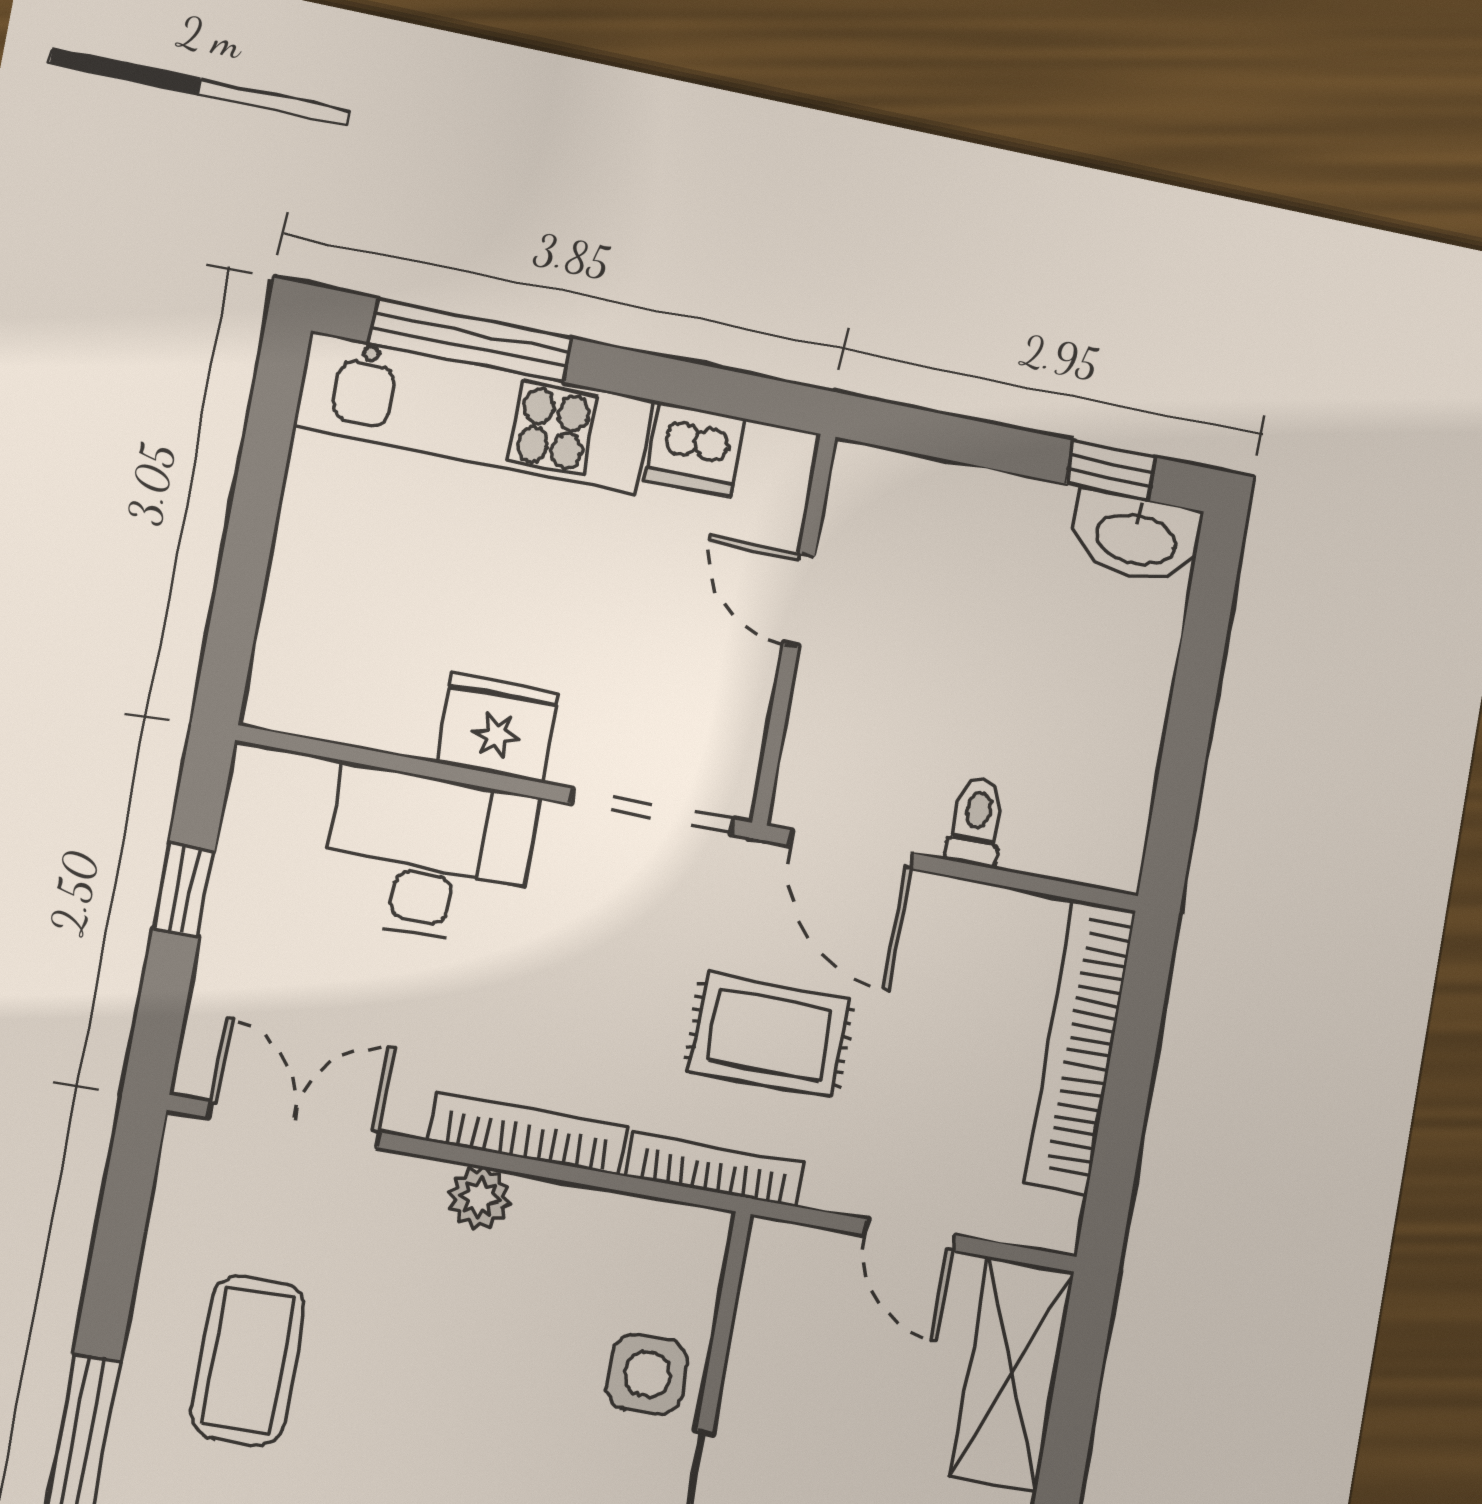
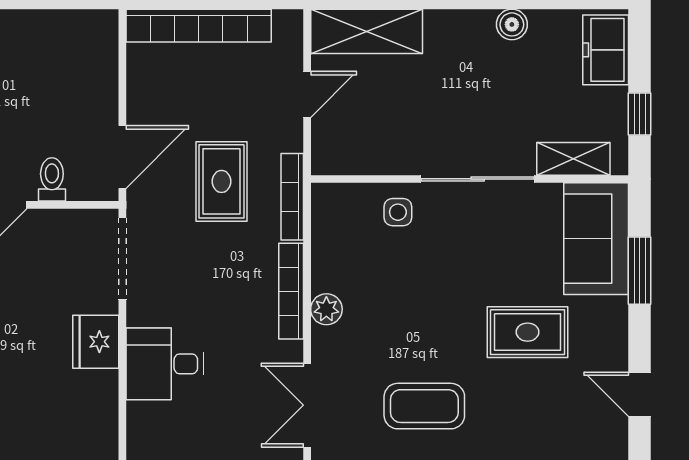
toilet: (976, 822) -> (52, 179), moved, turned 90
desk: (428, 856) -> (165, 364), width x0.73
side table: (647, 1374) -> (398, 212), width x0.73, depth x0.73

